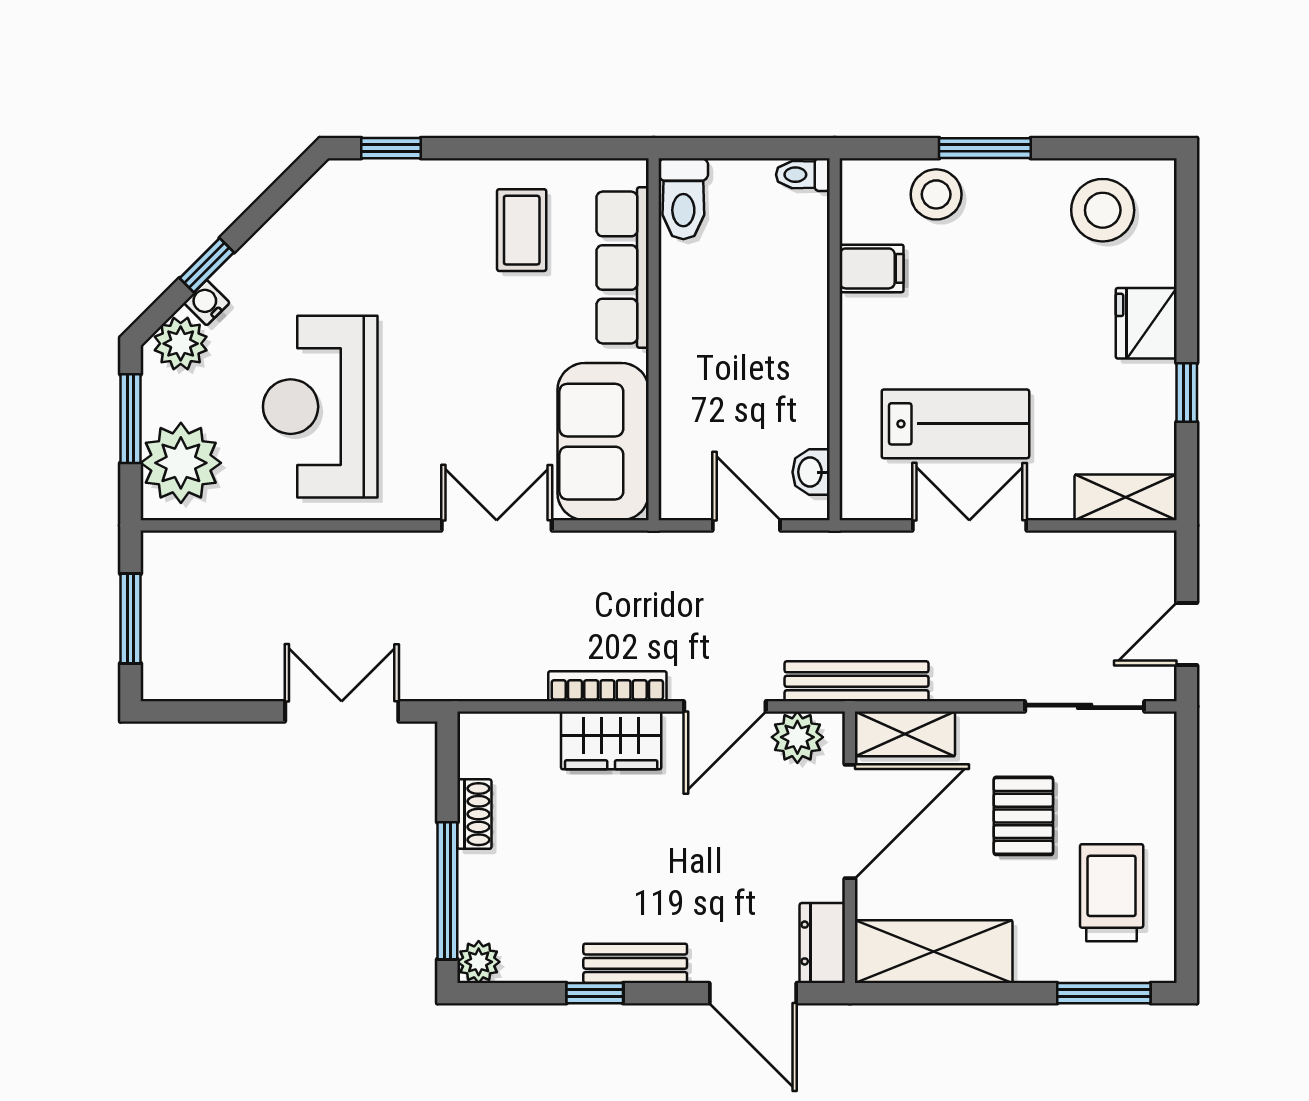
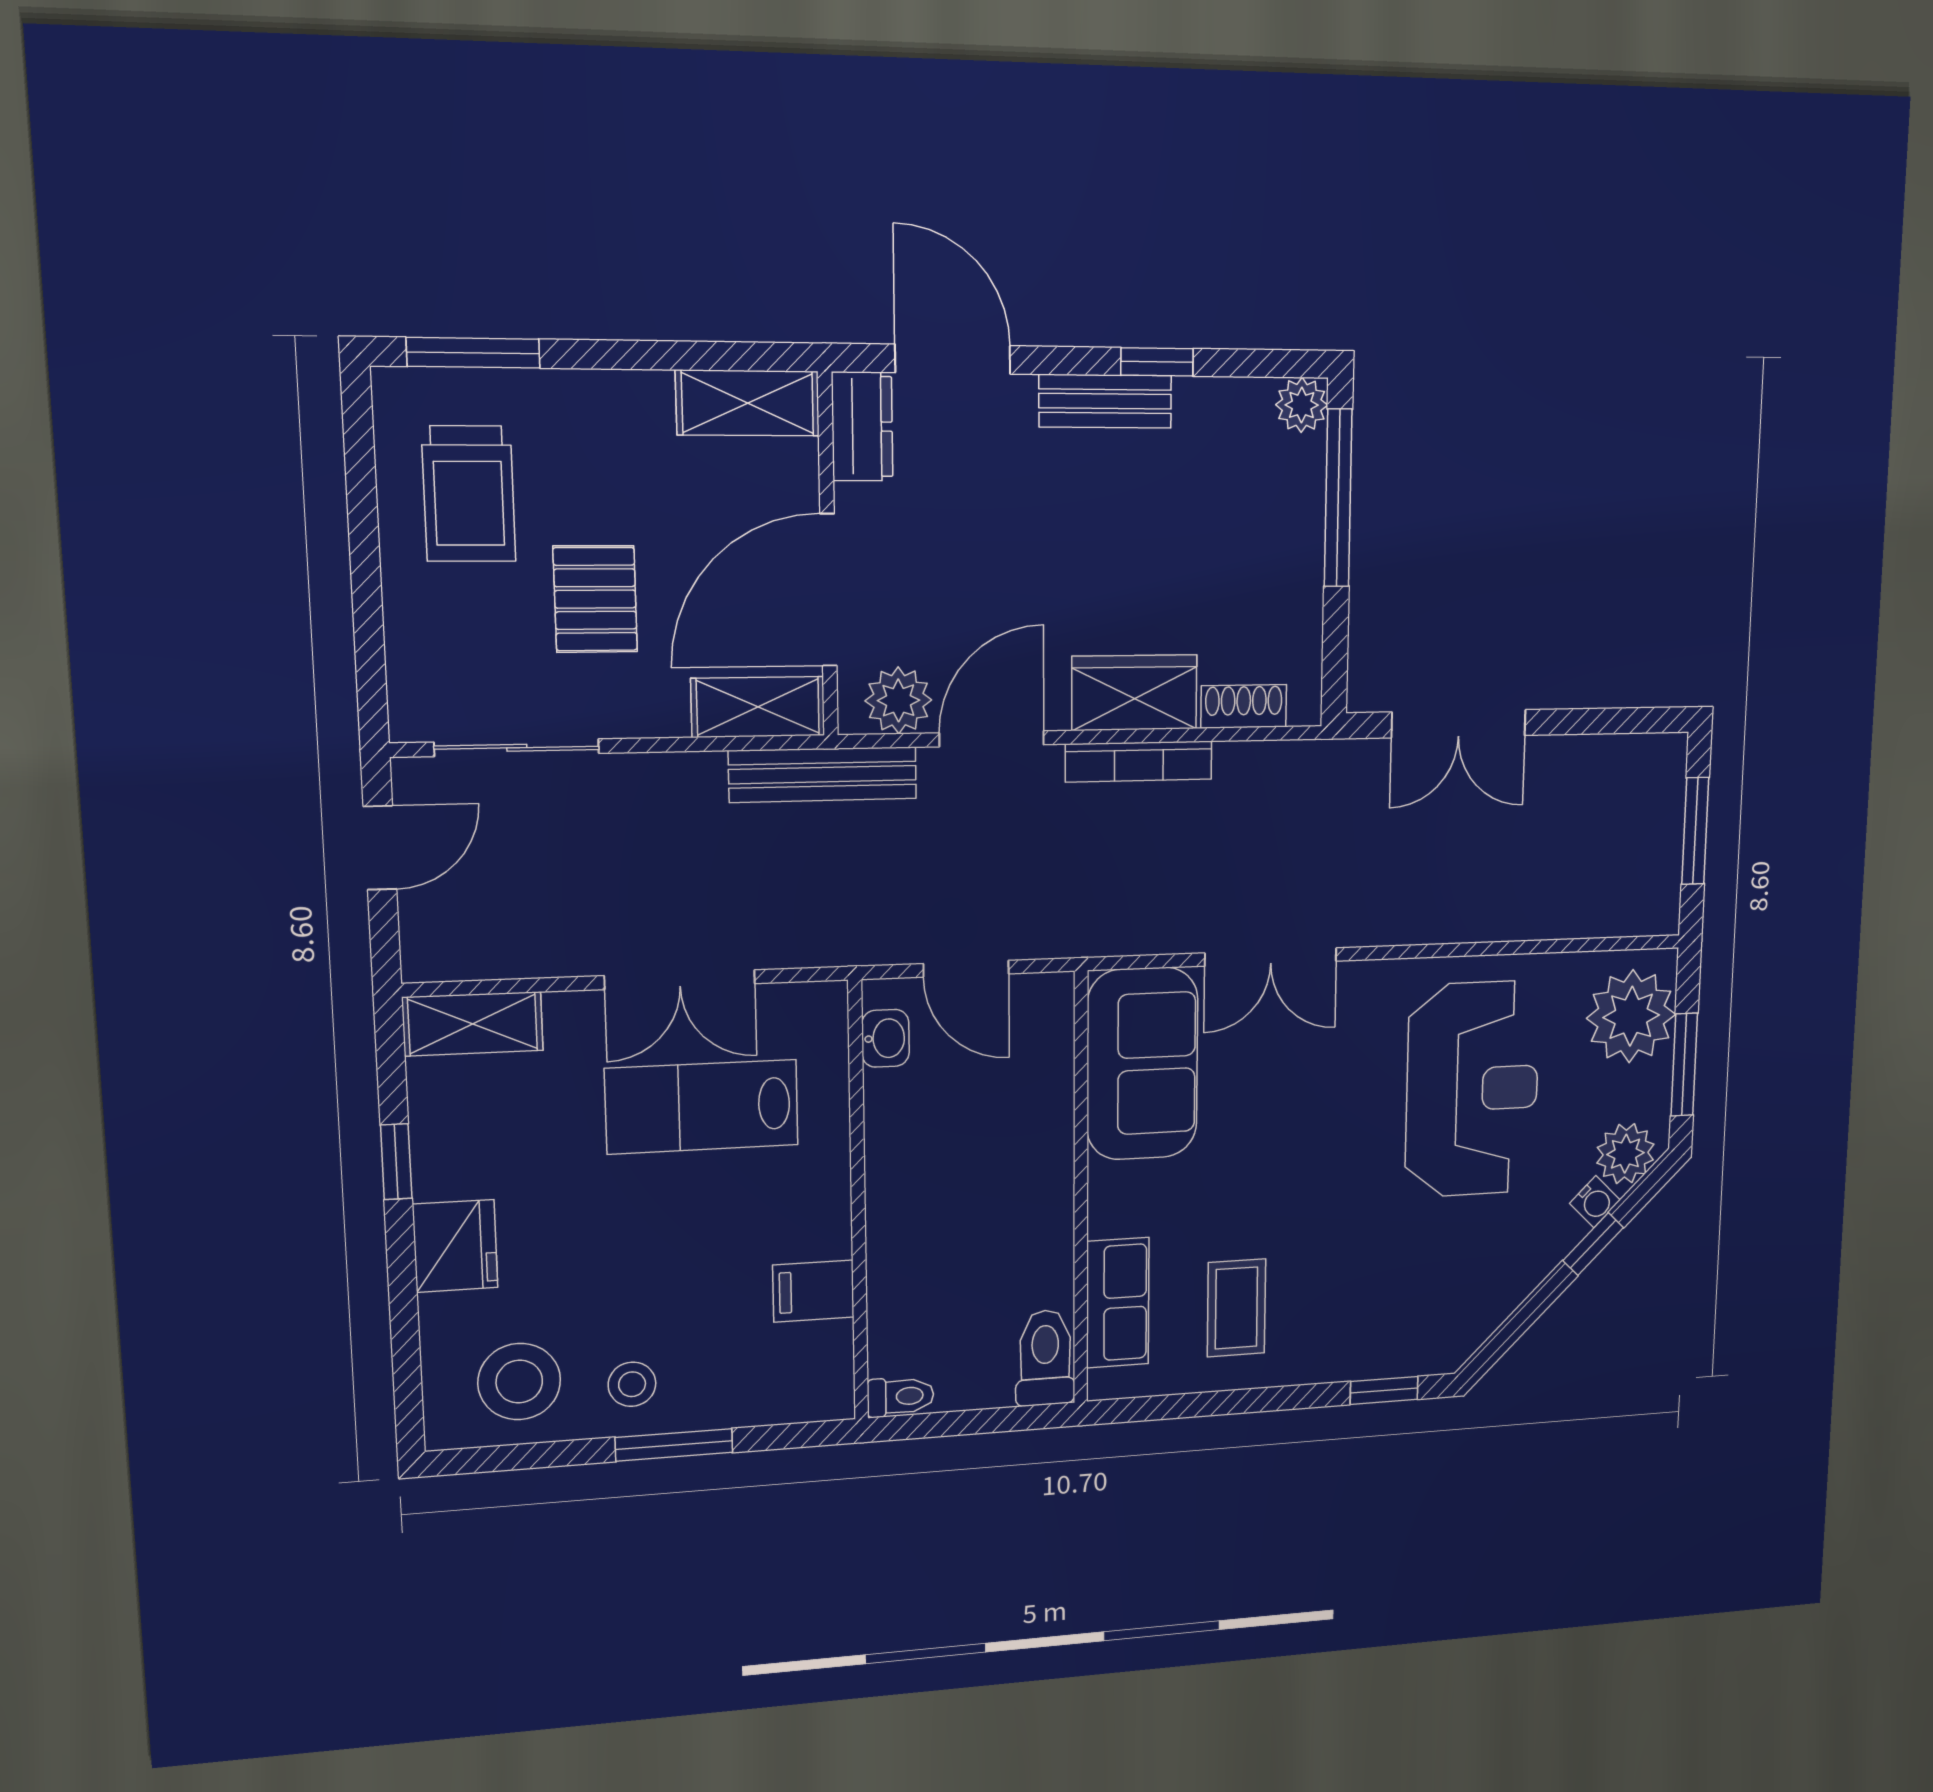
stool: (936, 194) -> (632, 1384), moved, width x0.73, depth x0.73
row of seats: (623, 268) -> (1118, 1303), width x0.68
shoe rack: (474, 814) -> (1244, 706), moved, turned 90
shelving: (934, 952) -> (748, 403), width x0.67, depth x0.75

